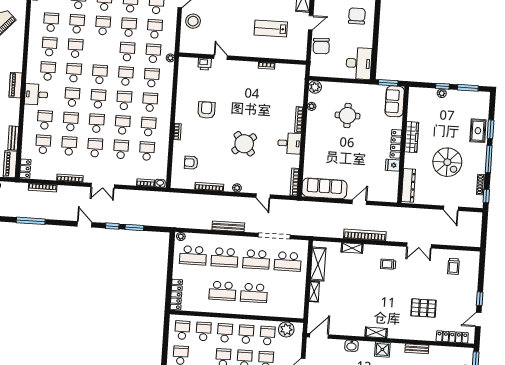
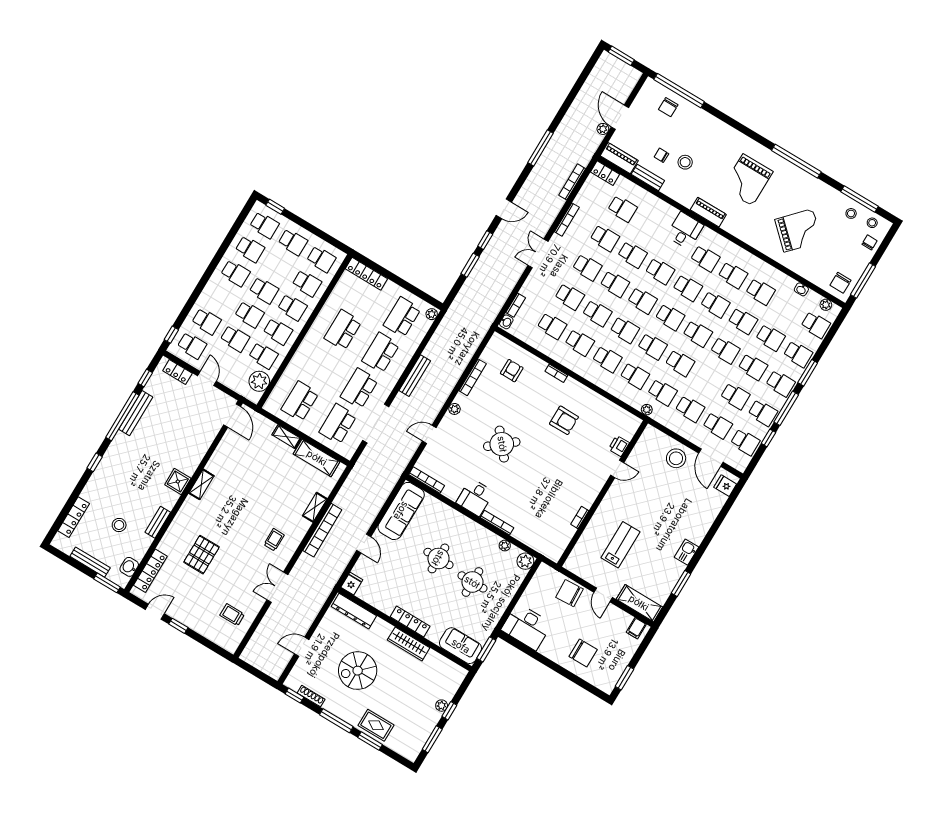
school desk: (129, 27) -> (698, 334), moved
school desk: (45, 120) -> (650, 225), removed
round table: (343, 147) -> (438, 558), added
fridge: (393, 165) -> (352, 584), moved
school desk: (254, 293) -> (300, 401), moved
door: (478, 320) -> (155, 612), hinge flipped
washbasin: (351, 346) -> (129, 567), moved

